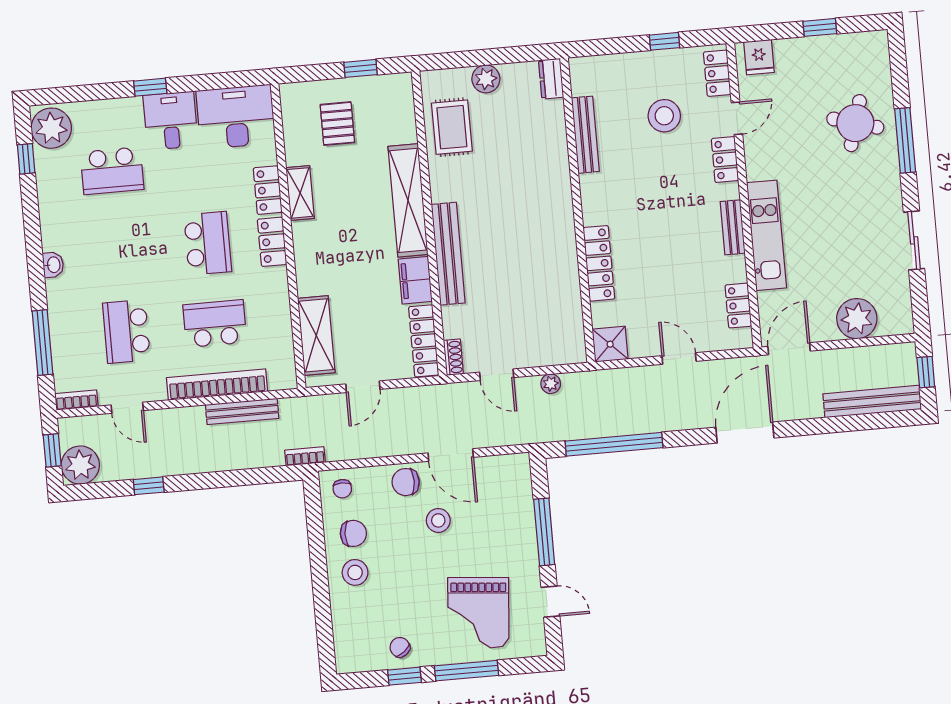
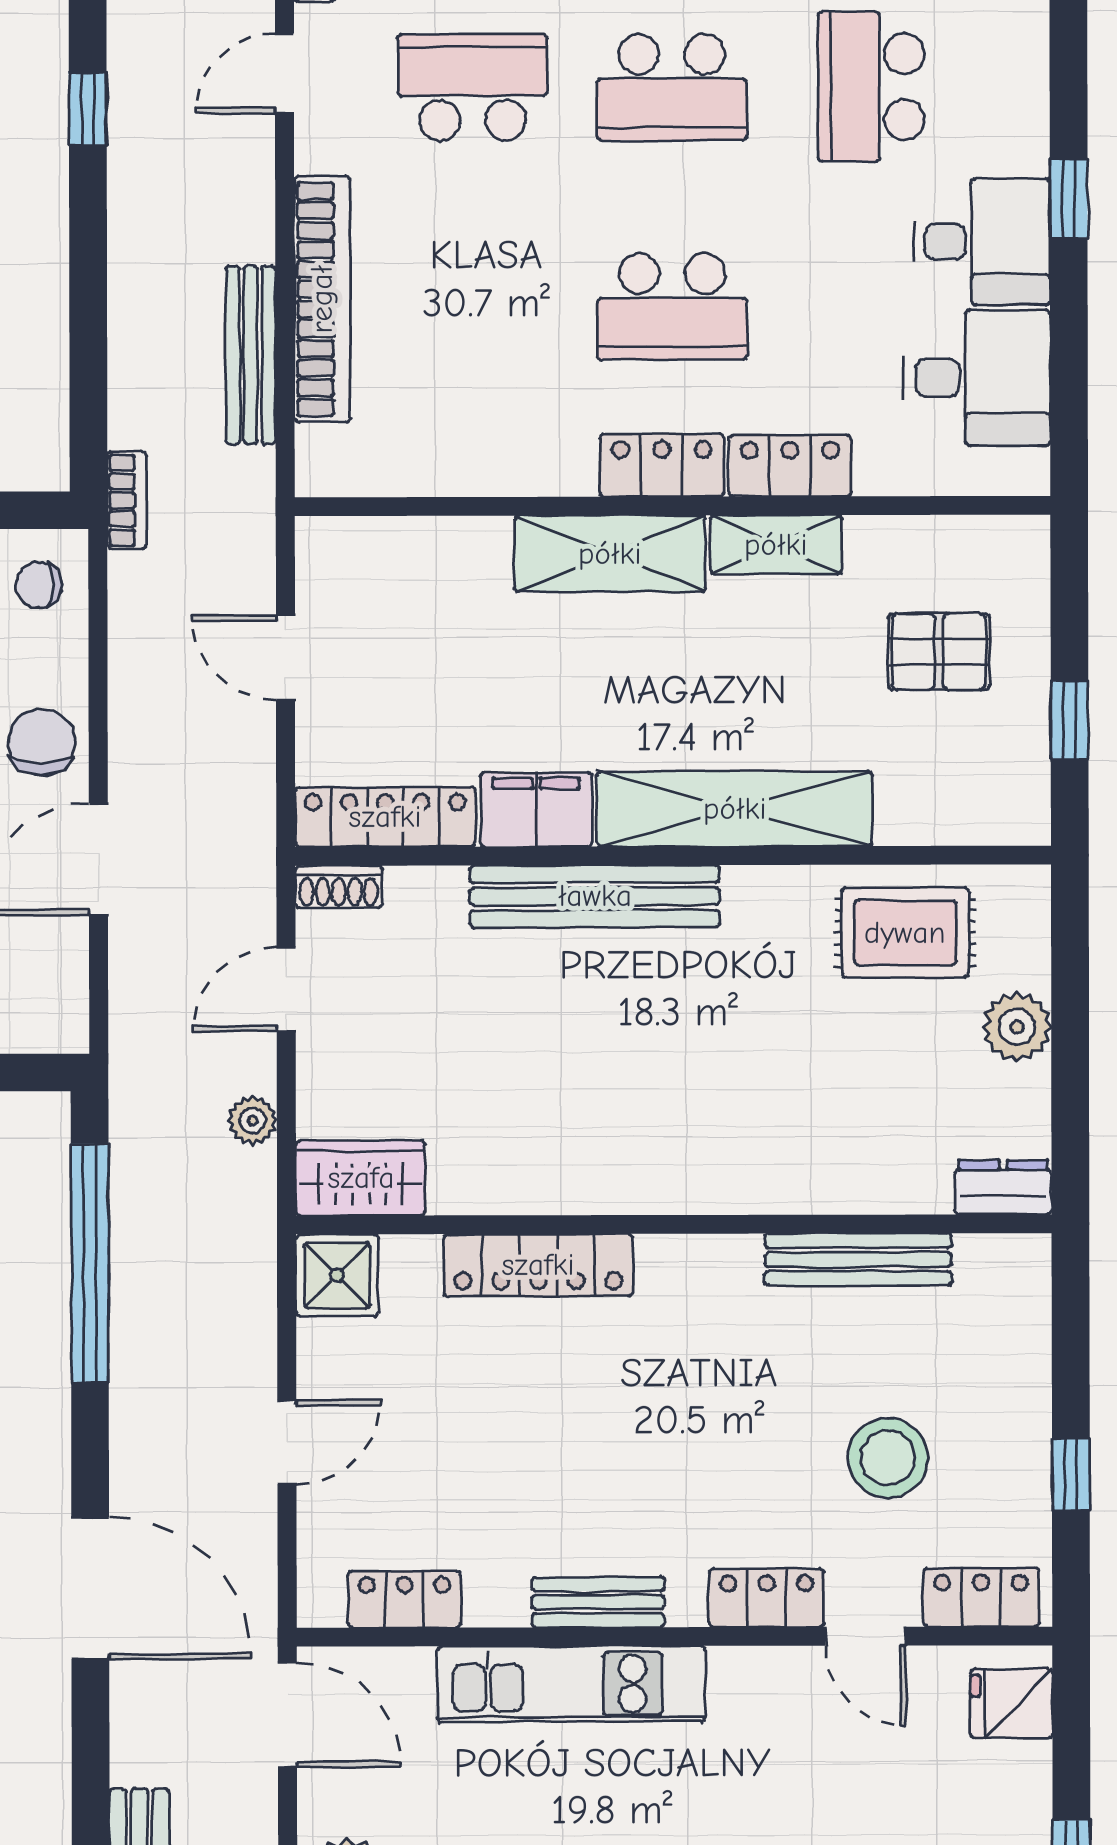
desk: (236, 117) -> (977, 378), width x0.73
school desk: (215, 324) -> (672, 87), moved, turned 90
shelving: (316, 335) -> (610, 554), moved
wardrobe: (570, 338) -> (361, 1178), added

